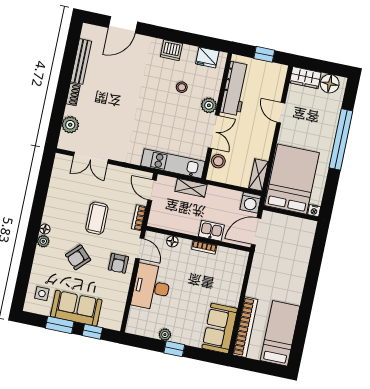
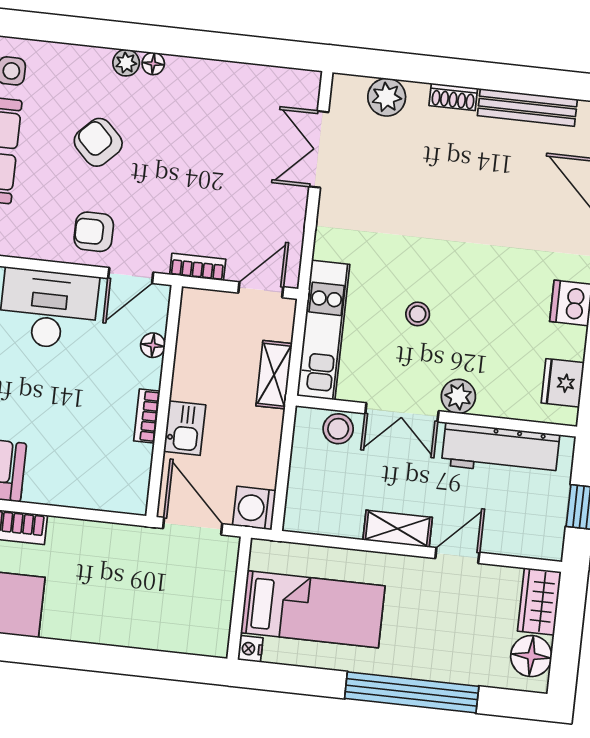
stool: (182, 87) -> (418, 314), moved
shelving: (259, 175) -> (398, 529), moved
bed: (292, 179) -> (313, 609), width x0.67
coffee table: (97, 218) -> (188, 175), removed

